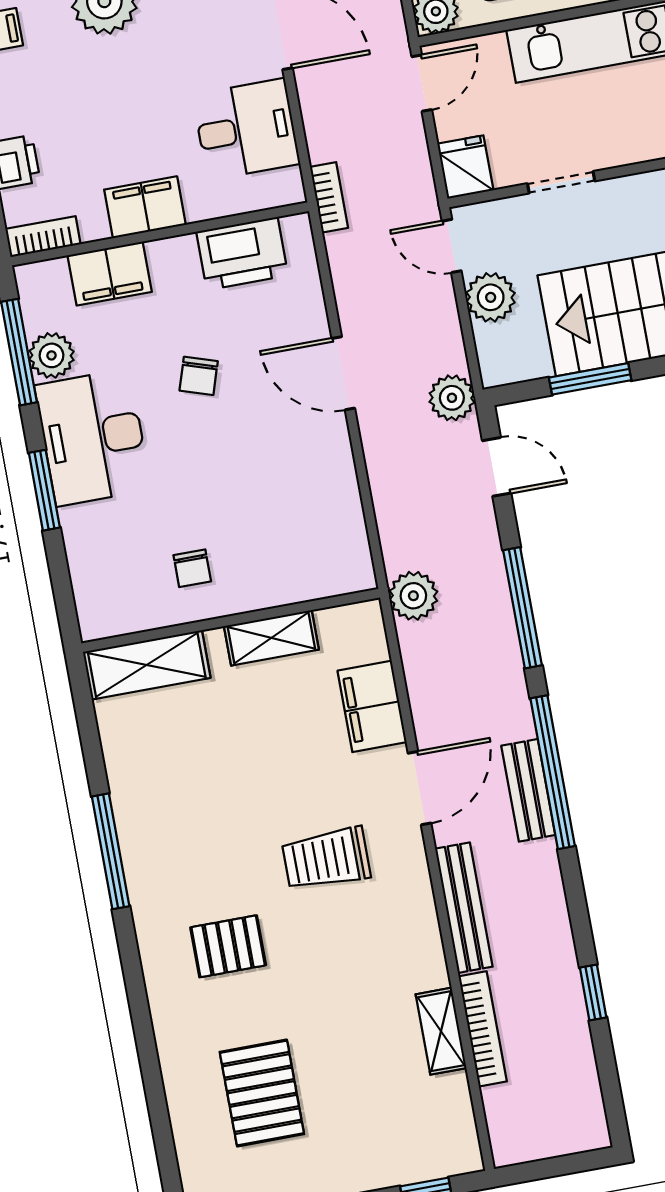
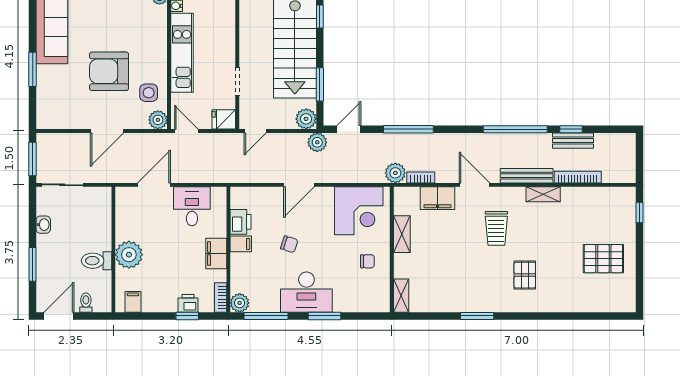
bookcase: (329, 197) -> (421, 177), moved
printer: (242, 254) -> (240, 222), width x0.73, depth x0.84
filing cabinet: (110, 274) -> (241, 244), moved, width x0.50
plant: (491, 297) -> (306, 119), moved
plant: (52, 355) -> (240, 303), moved
corner desk: (308, 526) -> (359, 211), added
shelving: (147, 665) -> (401, 296), width x0.67, depth x0.75
window: (553, 772) -> (515, 129), moved
bench: (528, 790) -> (573, 141), moved
window: (111, 851) -> (477, 316), width x0.69
shelving: (441, 1031) -> (543, 194), moved
pallet: (262, 1093) -> (603, 259), moved

